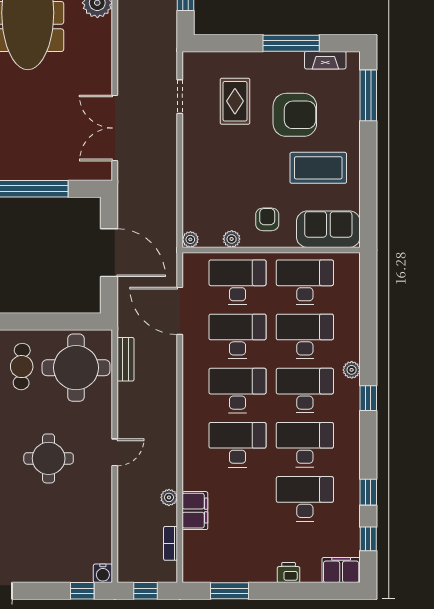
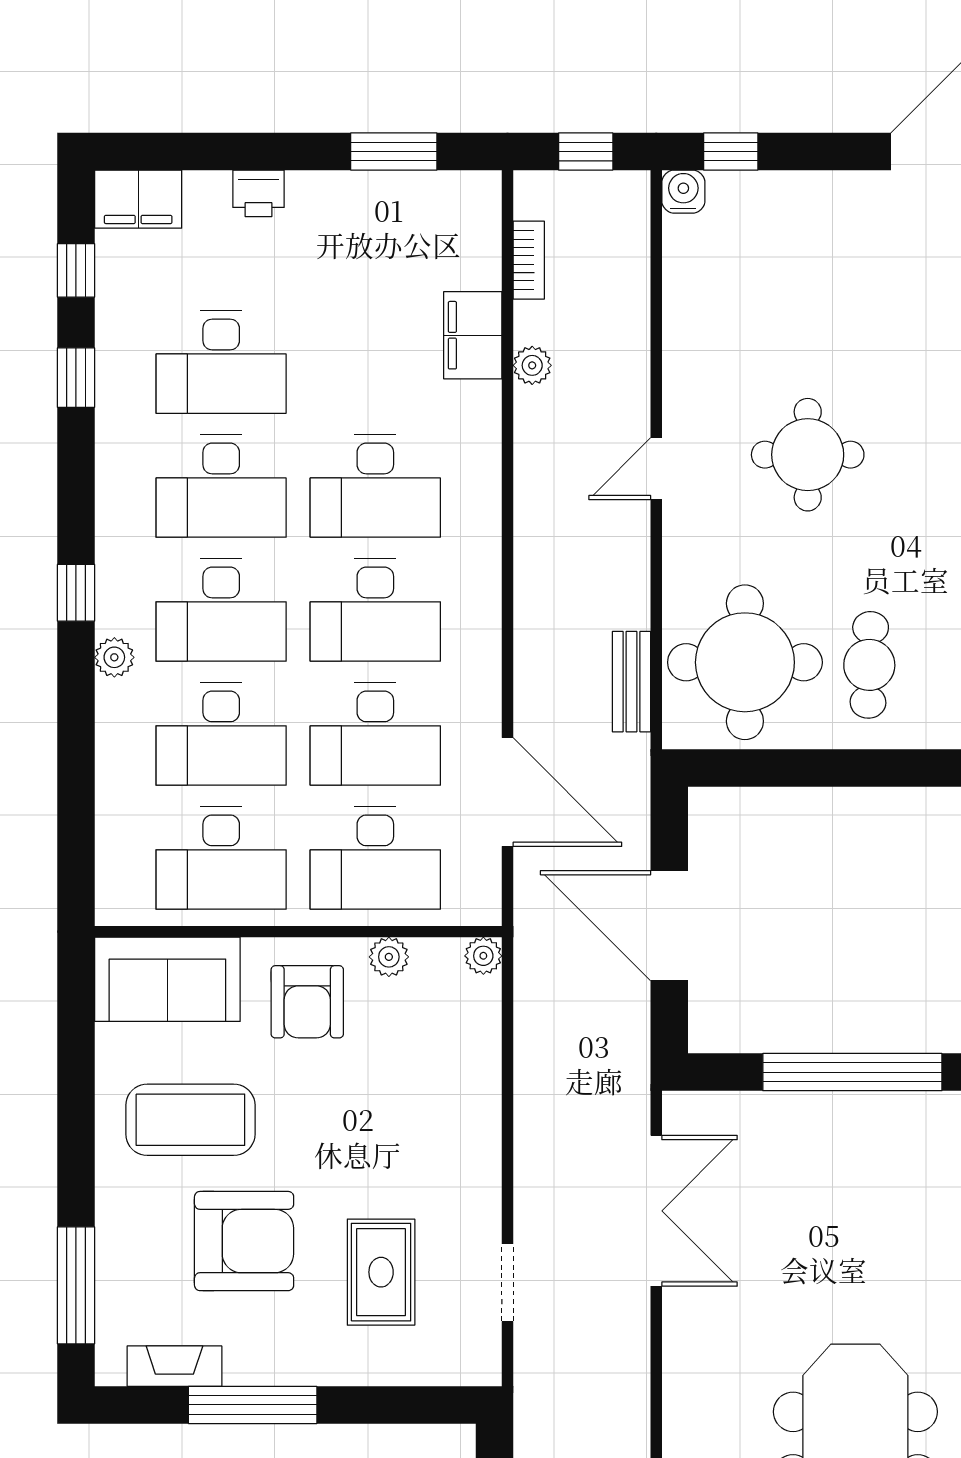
armchair: (295, 115) -> (244, 1241), turned 180
armchair: (267, 219) -> (307, 1002), width x1.38, depth x1.38

